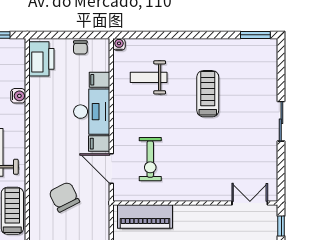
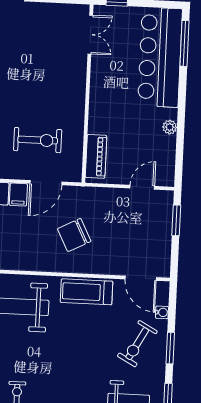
double door: (250, 203) -> (90, 35), swing flipped
piano: (145, 217) -> (96, 156), width x0.73, depth x0.75

